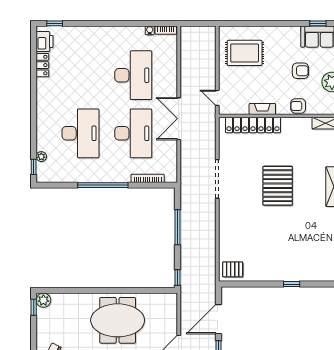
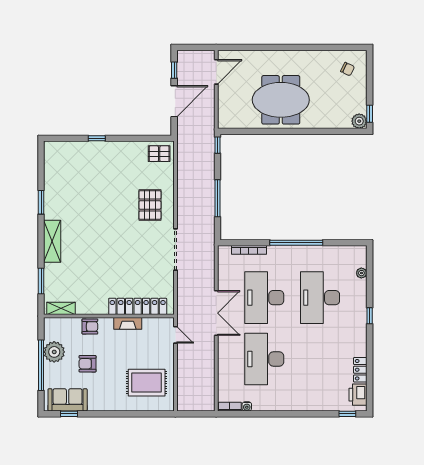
window: (34, 167) -> (370, 316), moved
pallet: (278, 186) -> (150, 205), moved, width x0.73, depth x0.71

